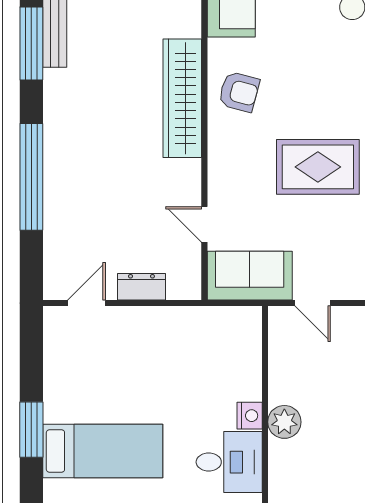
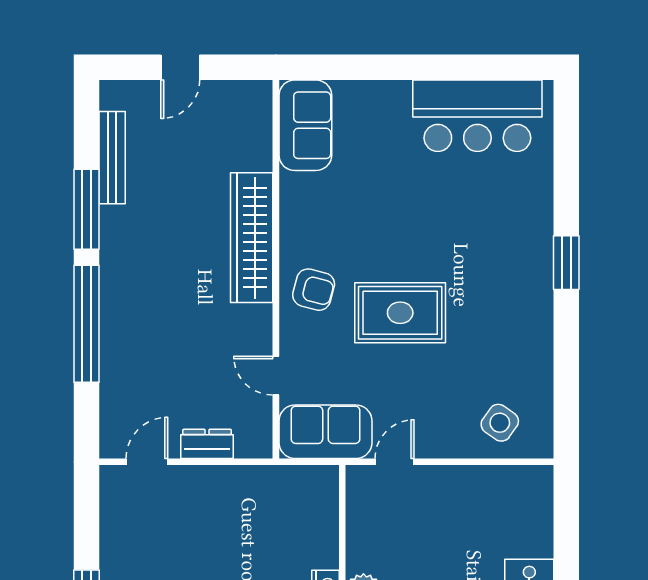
window: (31, 44) -> (87, 209), moved
armchair: (239, 92) -> (314, 290), moved
door: (313, 303) -> (394, 462), swing flipped

